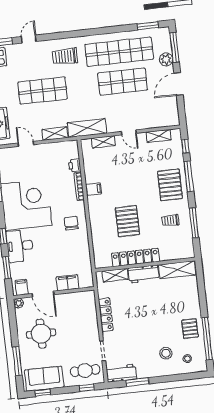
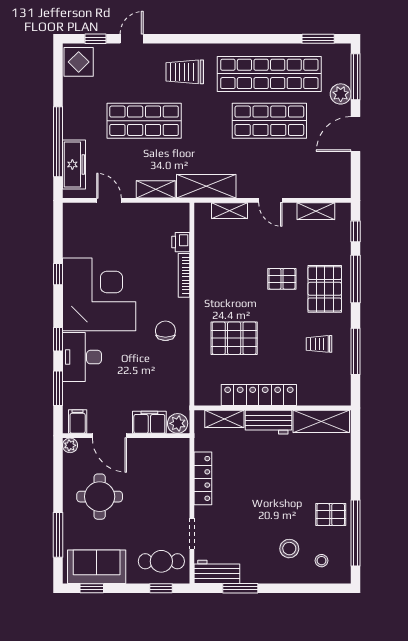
pallet: (142, 182) -> (282, 279), added
filing cabinet: (94, 189) -> (206, 282), removed
pallet: (127, 221) -> (234, 338), moved, turned 90
plant: (86, 281) -> (178, 423), added
pallet: (190, 329) -> (331, 515), turned 90

